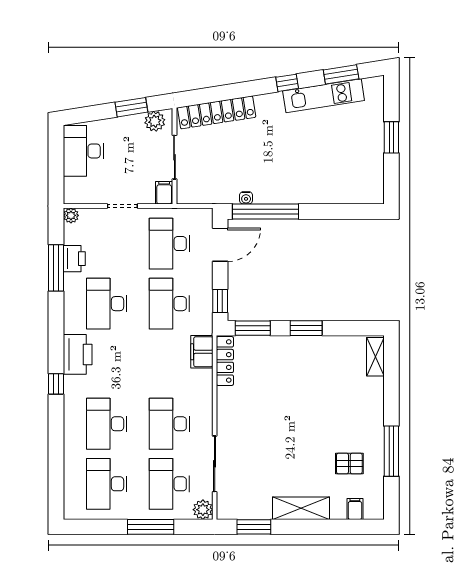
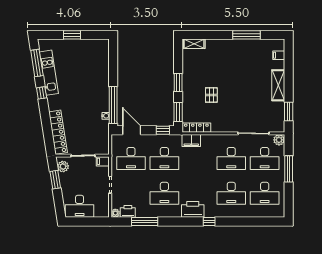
window: (341, 74) -> (37, 63), width x1.44
printer: (74, 259) -> (128, 211), moved
pallet: (349, 464) -> (211, 95), moved

